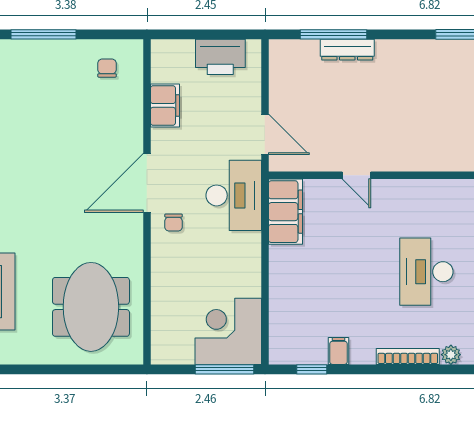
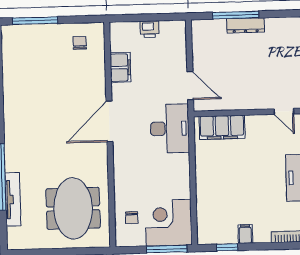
printer: (220, 57) -> (150, 29), width x0.53, depth x0.68
door: (356, 175) -> (284, 111), moved
filing cabinet: (286, 212) -> (222, 127), moved, turned 90
chair: (174, 222) -> (132, 218), moved

